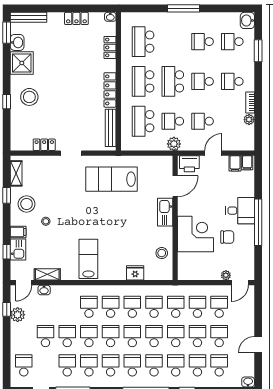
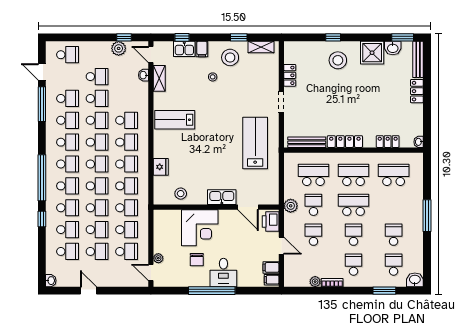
locker: (76, 18) -> (417, 91), moved
lab bench: (88, 259) -> (175, 120), turned 180

